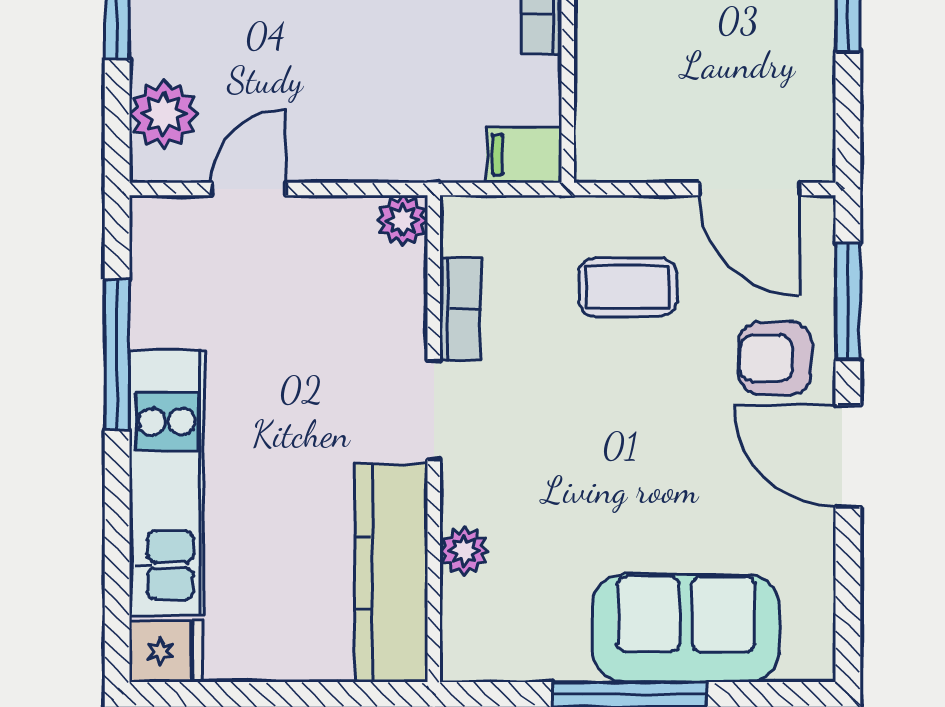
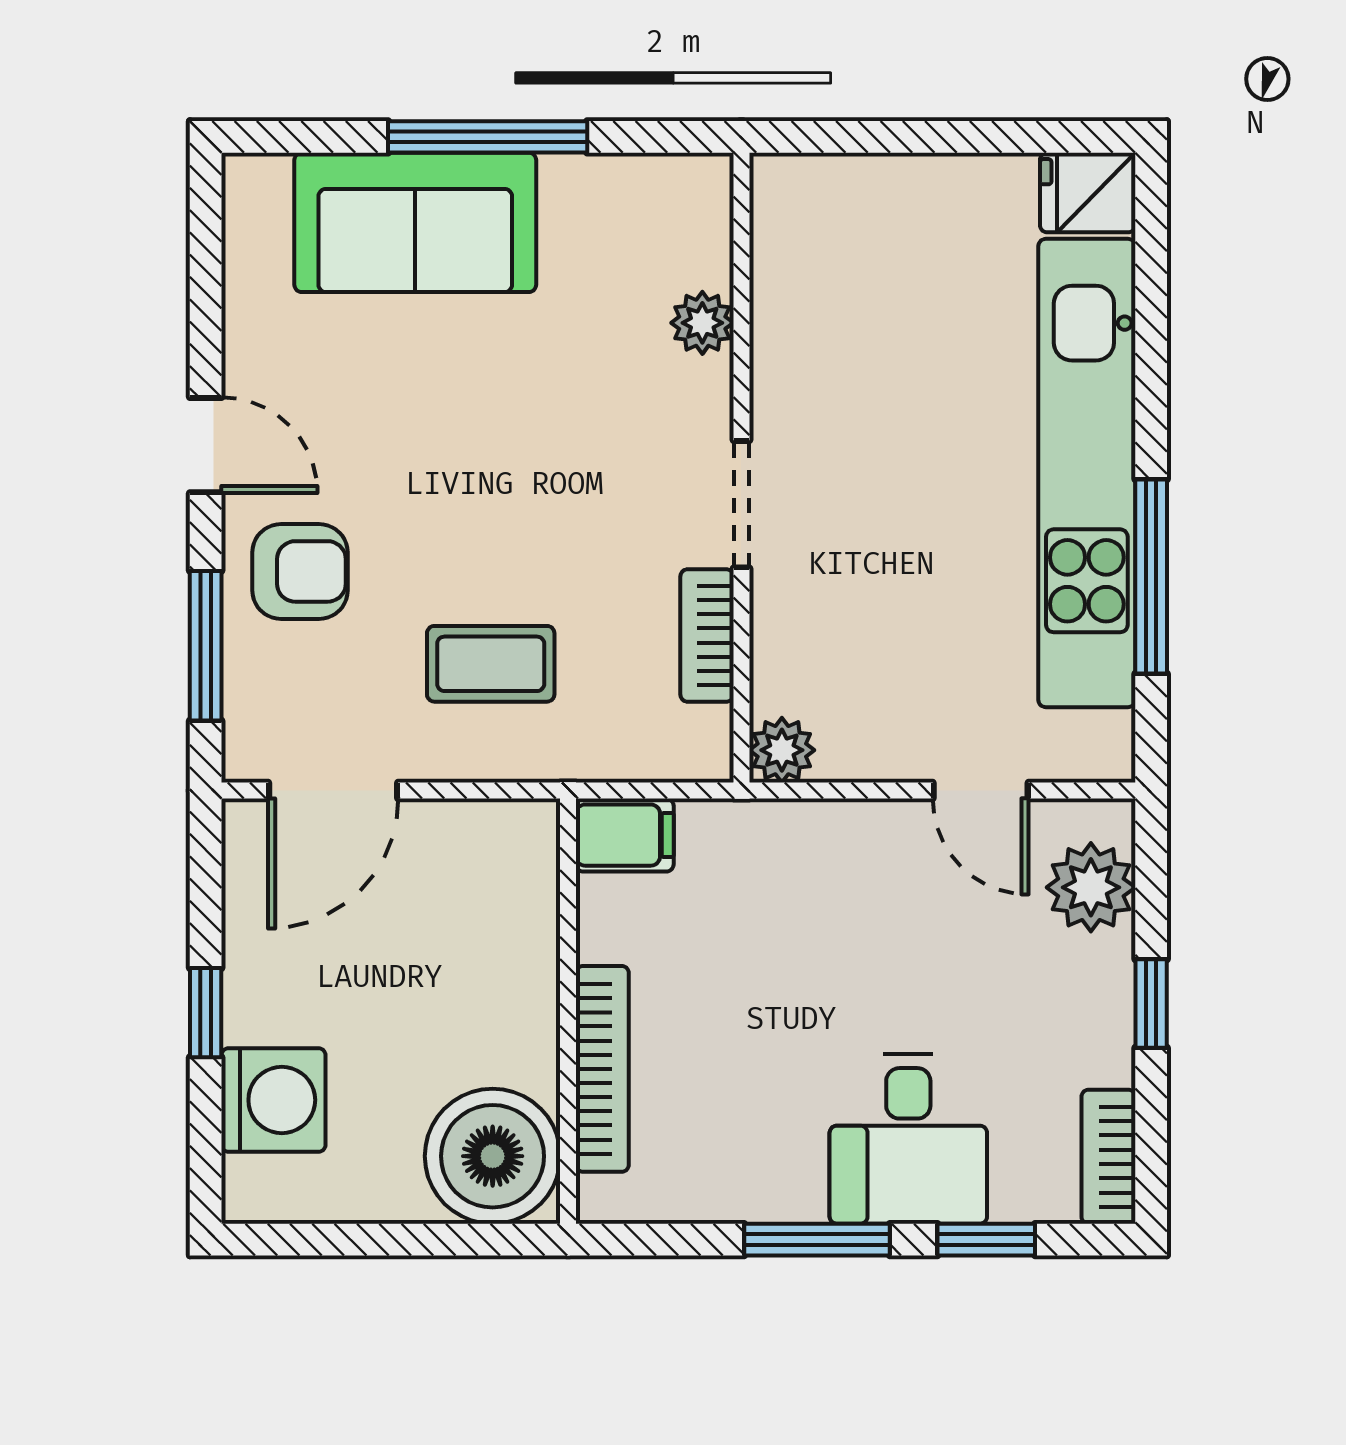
door: (249, 189) -> (981, 791), hinge flipped
door: (749, 189) -> (333, 791), swing flipped
door: (848, 456) -> (206, 445), width x0.73
kitchen unit: (167, 483) -> (1087, 473), width x1.36
kitchen counter: (391, 573) -> (796, 294), removed

